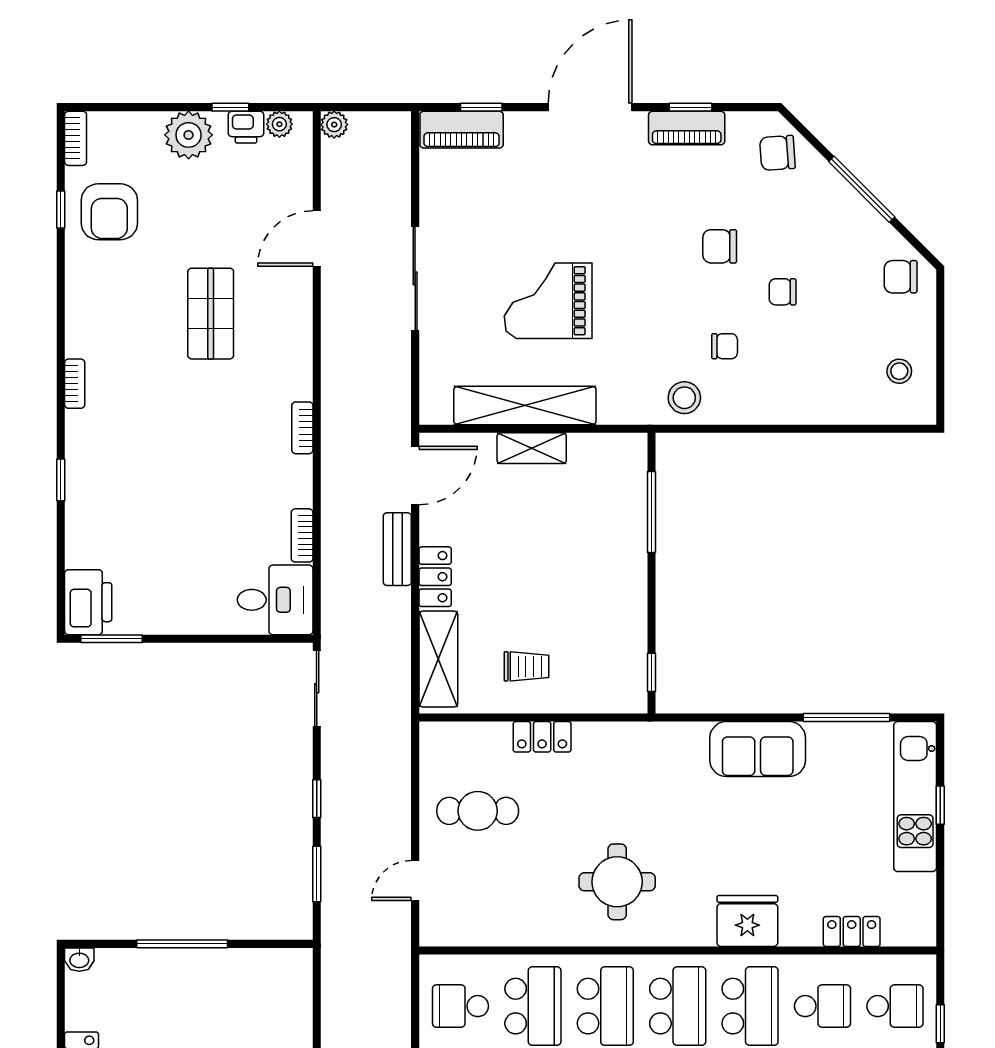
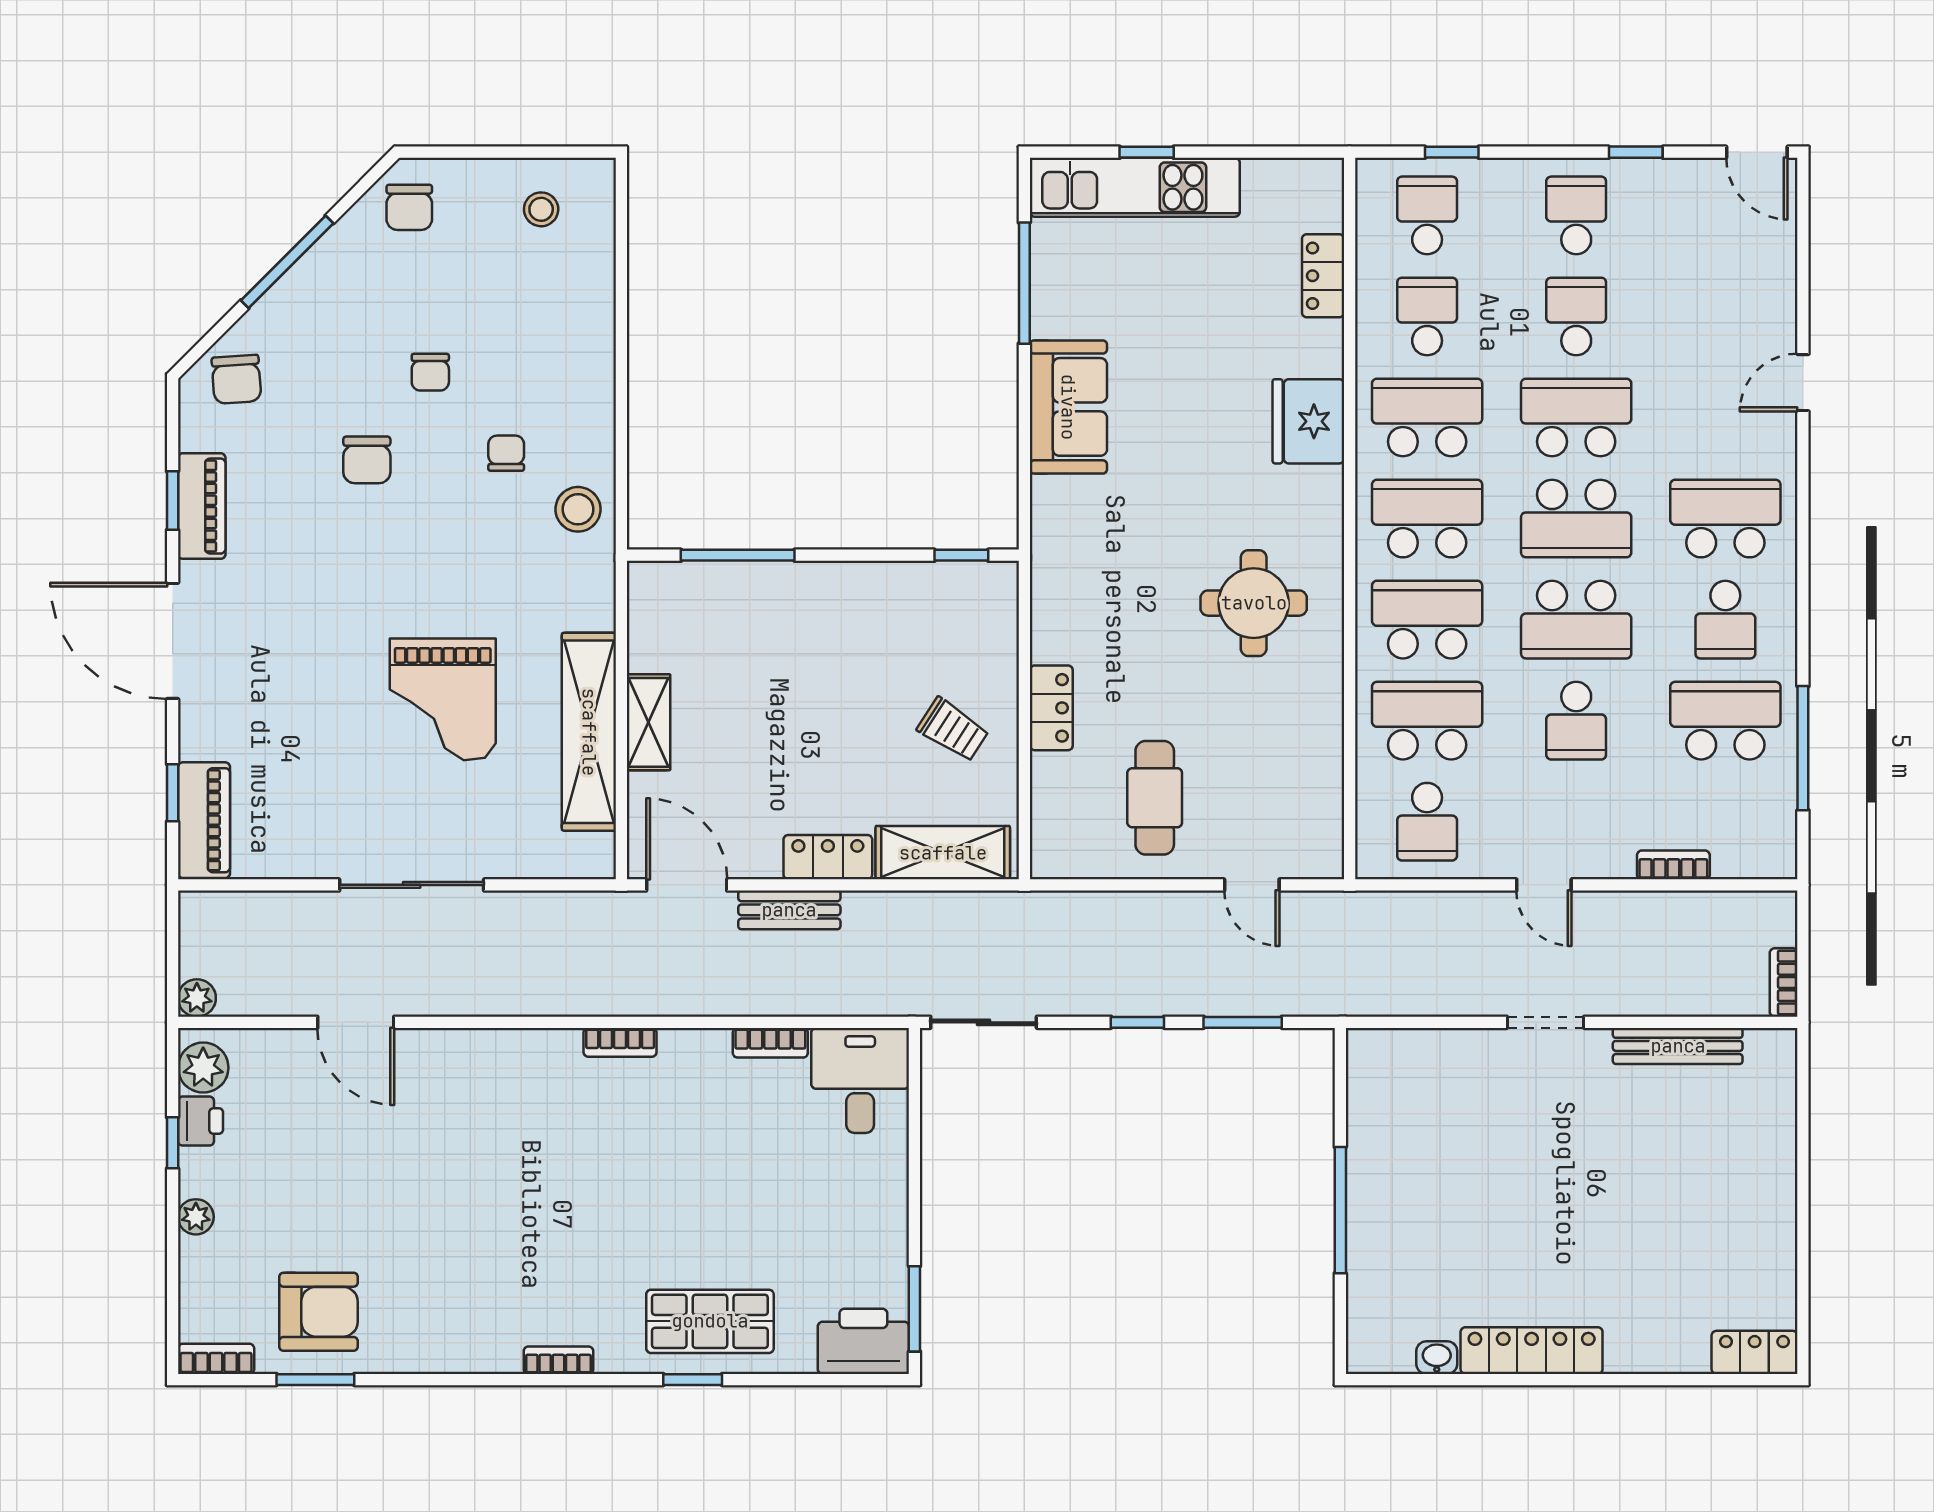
plant: (279, 124) -> (203, 1068), width x1.38, depth x1.38
plant: (189, 135) -> (196, 1217), width x0.53, depth x0.53
window: (61, 209) -> (315, 1380), width x1.50
shop shelf: (211, 314) -> (710, 1321), moved
trolley: (526, 666) -> (953, 730), turned 123
washbasin: (79, 960) -> (1437, 1358), moved, turned -90

